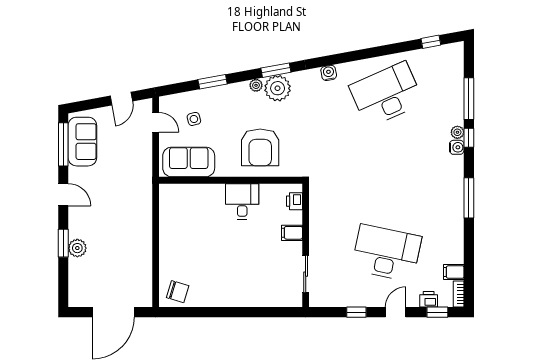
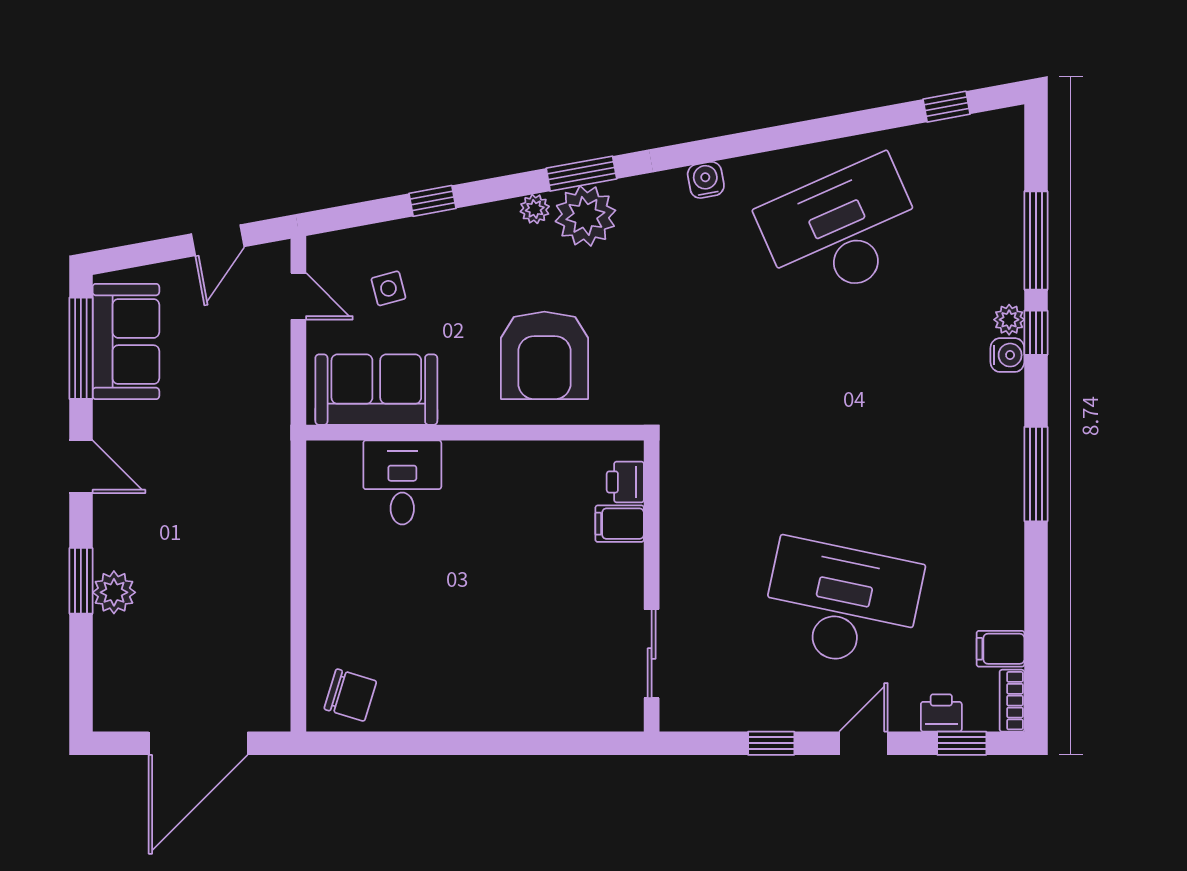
window: (213, 82) -> (432, 201), width x0.67
desk: (242, 201) -> (402, 482), moved
filing cabinet: (292, 233) -> (620, 524), moved

